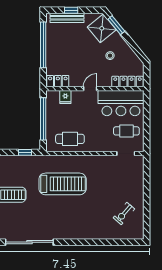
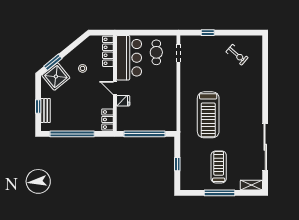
bench: (67, 18) -> (46, 110), width x0.73
fridge: (65, 97) -> (123, 101), moved
cafe table: (70, 139) -> (164, 108), removed
window: (25, 152) -> (177, 164), moved
window: (147, 183) -> (208, 33), added
treadmill: (63, 184) -> (208, 115), turned 180

